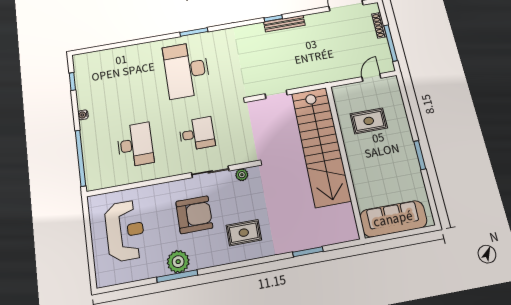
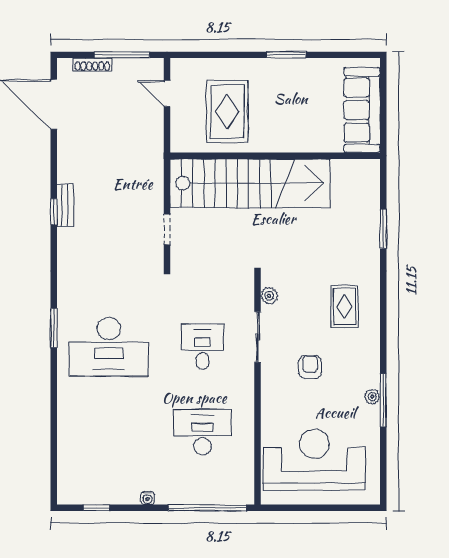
bench: (284, 24) -> (65, 205), width x0.73
rug: (369, 121) -> (227, 112), width x1.36, depth x1.43
armchair: (194, 215) -> (310, 367), width x0.53, depth x0.53
reception desk: (125, 231) -> (314, 460), width x1.36, depth x1.30
plant: (178, 262) -> (372, 397), width x0.53, depth x0.53

